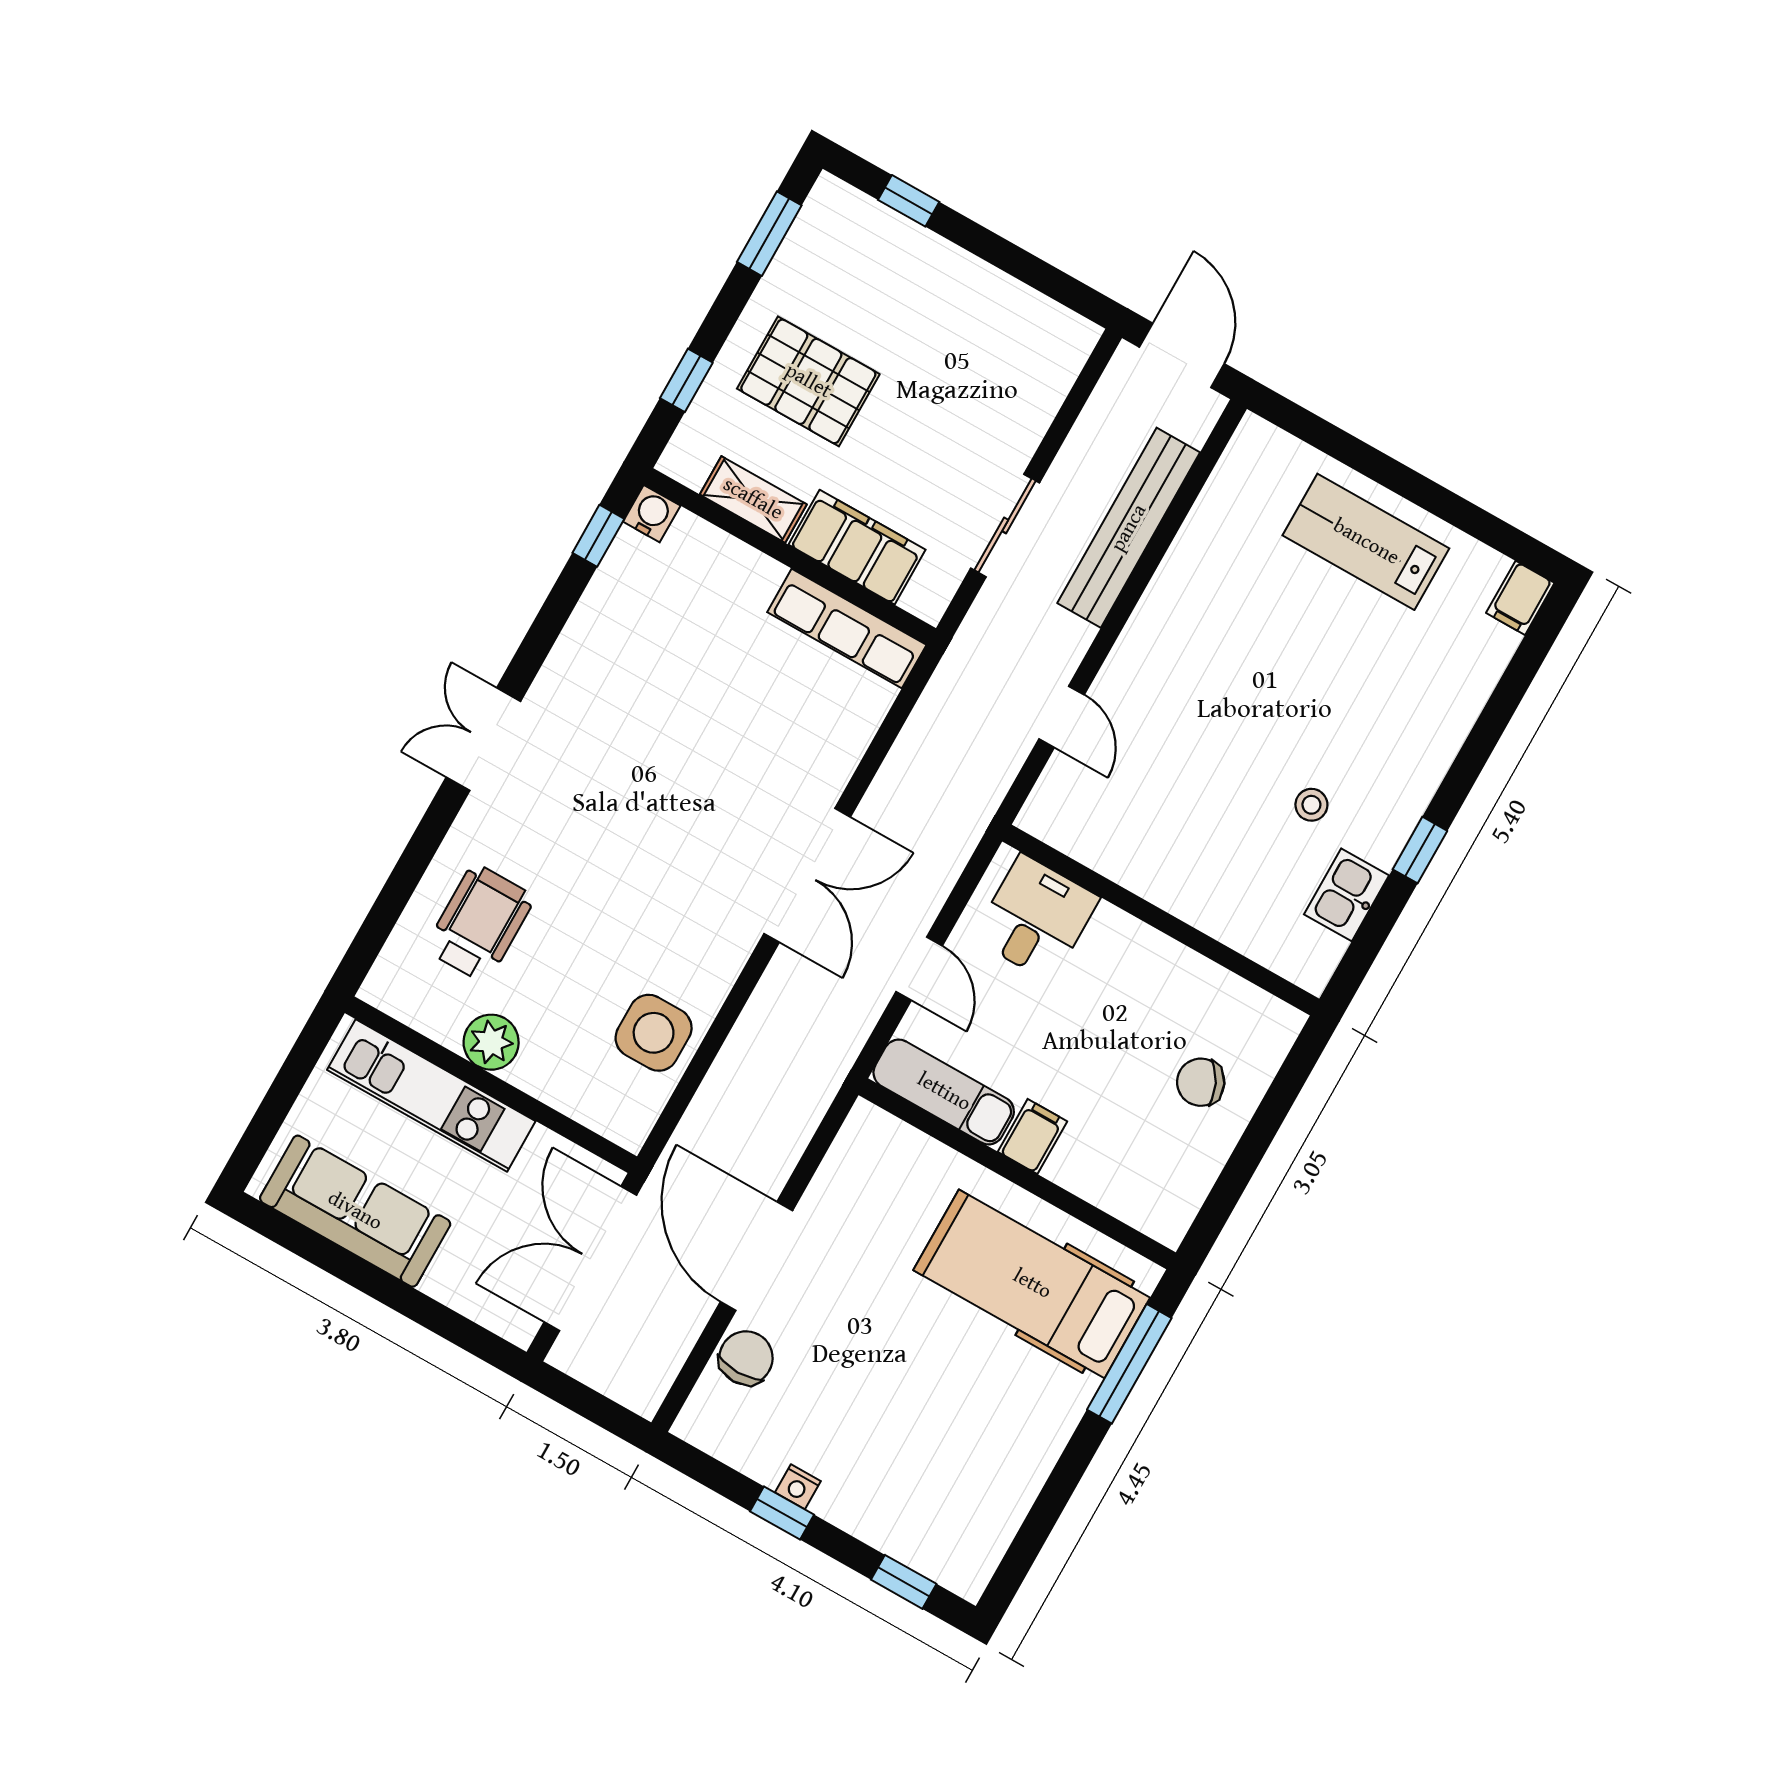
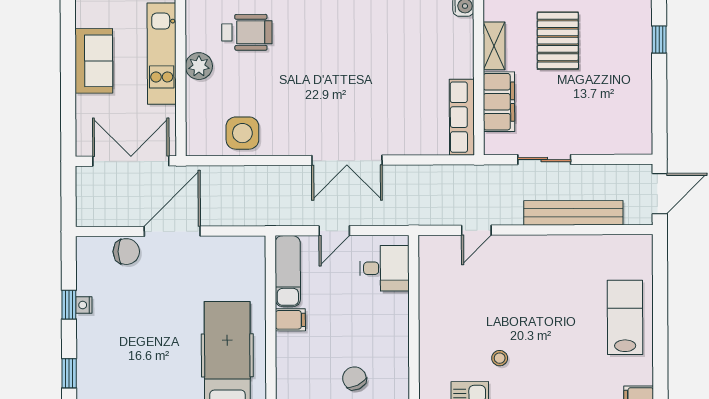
sofa: (355, 1211) -> (94, 61), width x0.73

